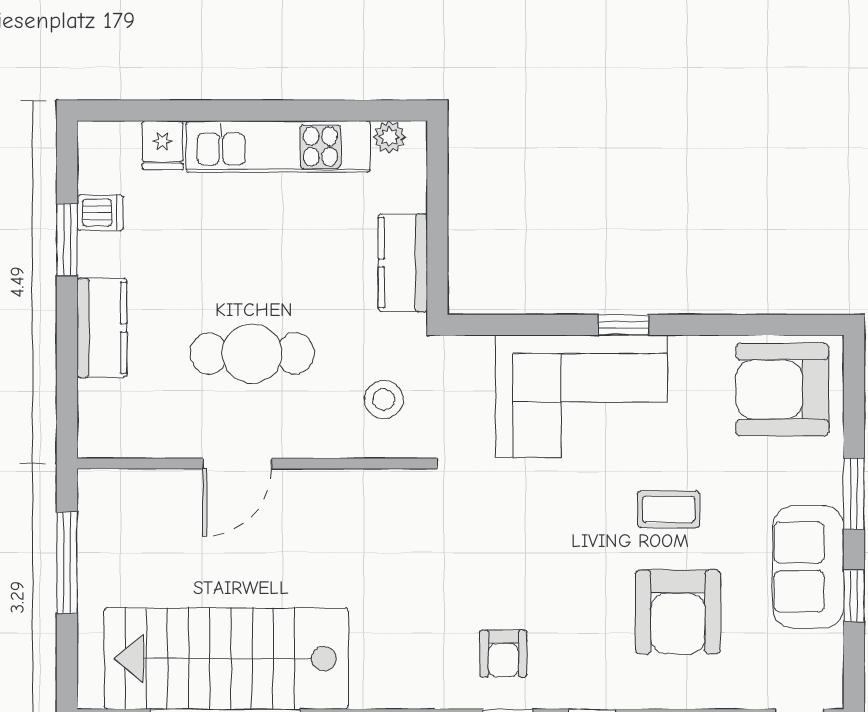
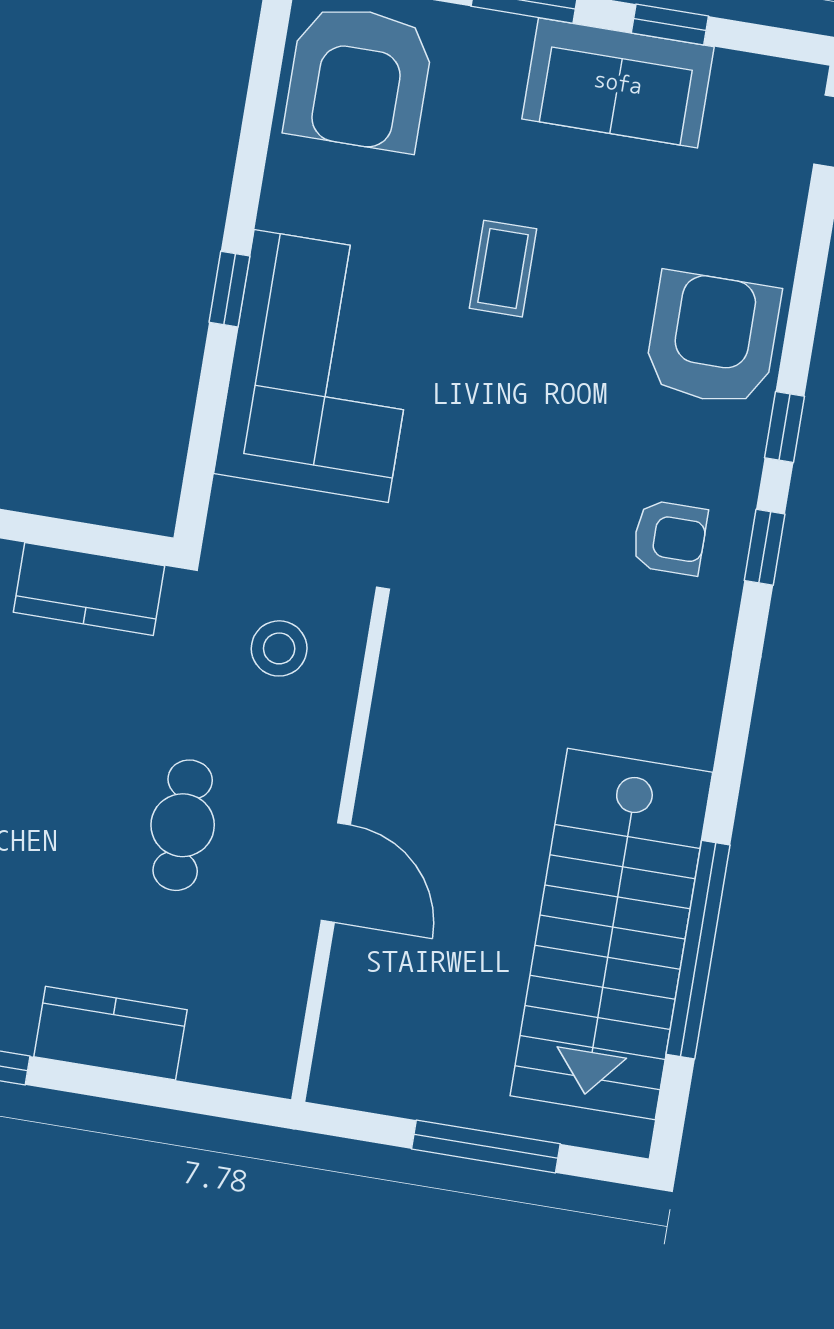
cafe table: (252, 353) -> (183, 825), width x0.73, depth x0.74
window: (67, 563) -> (486, 1146), moved
armchair: (678, 612) -> (712, 339), moved, turned -90

